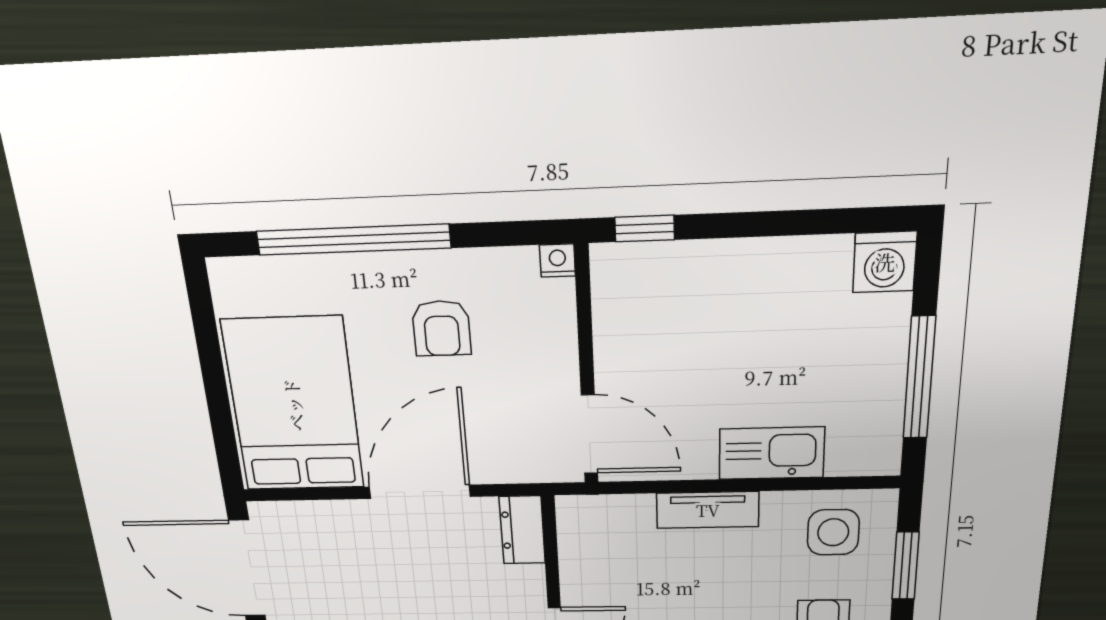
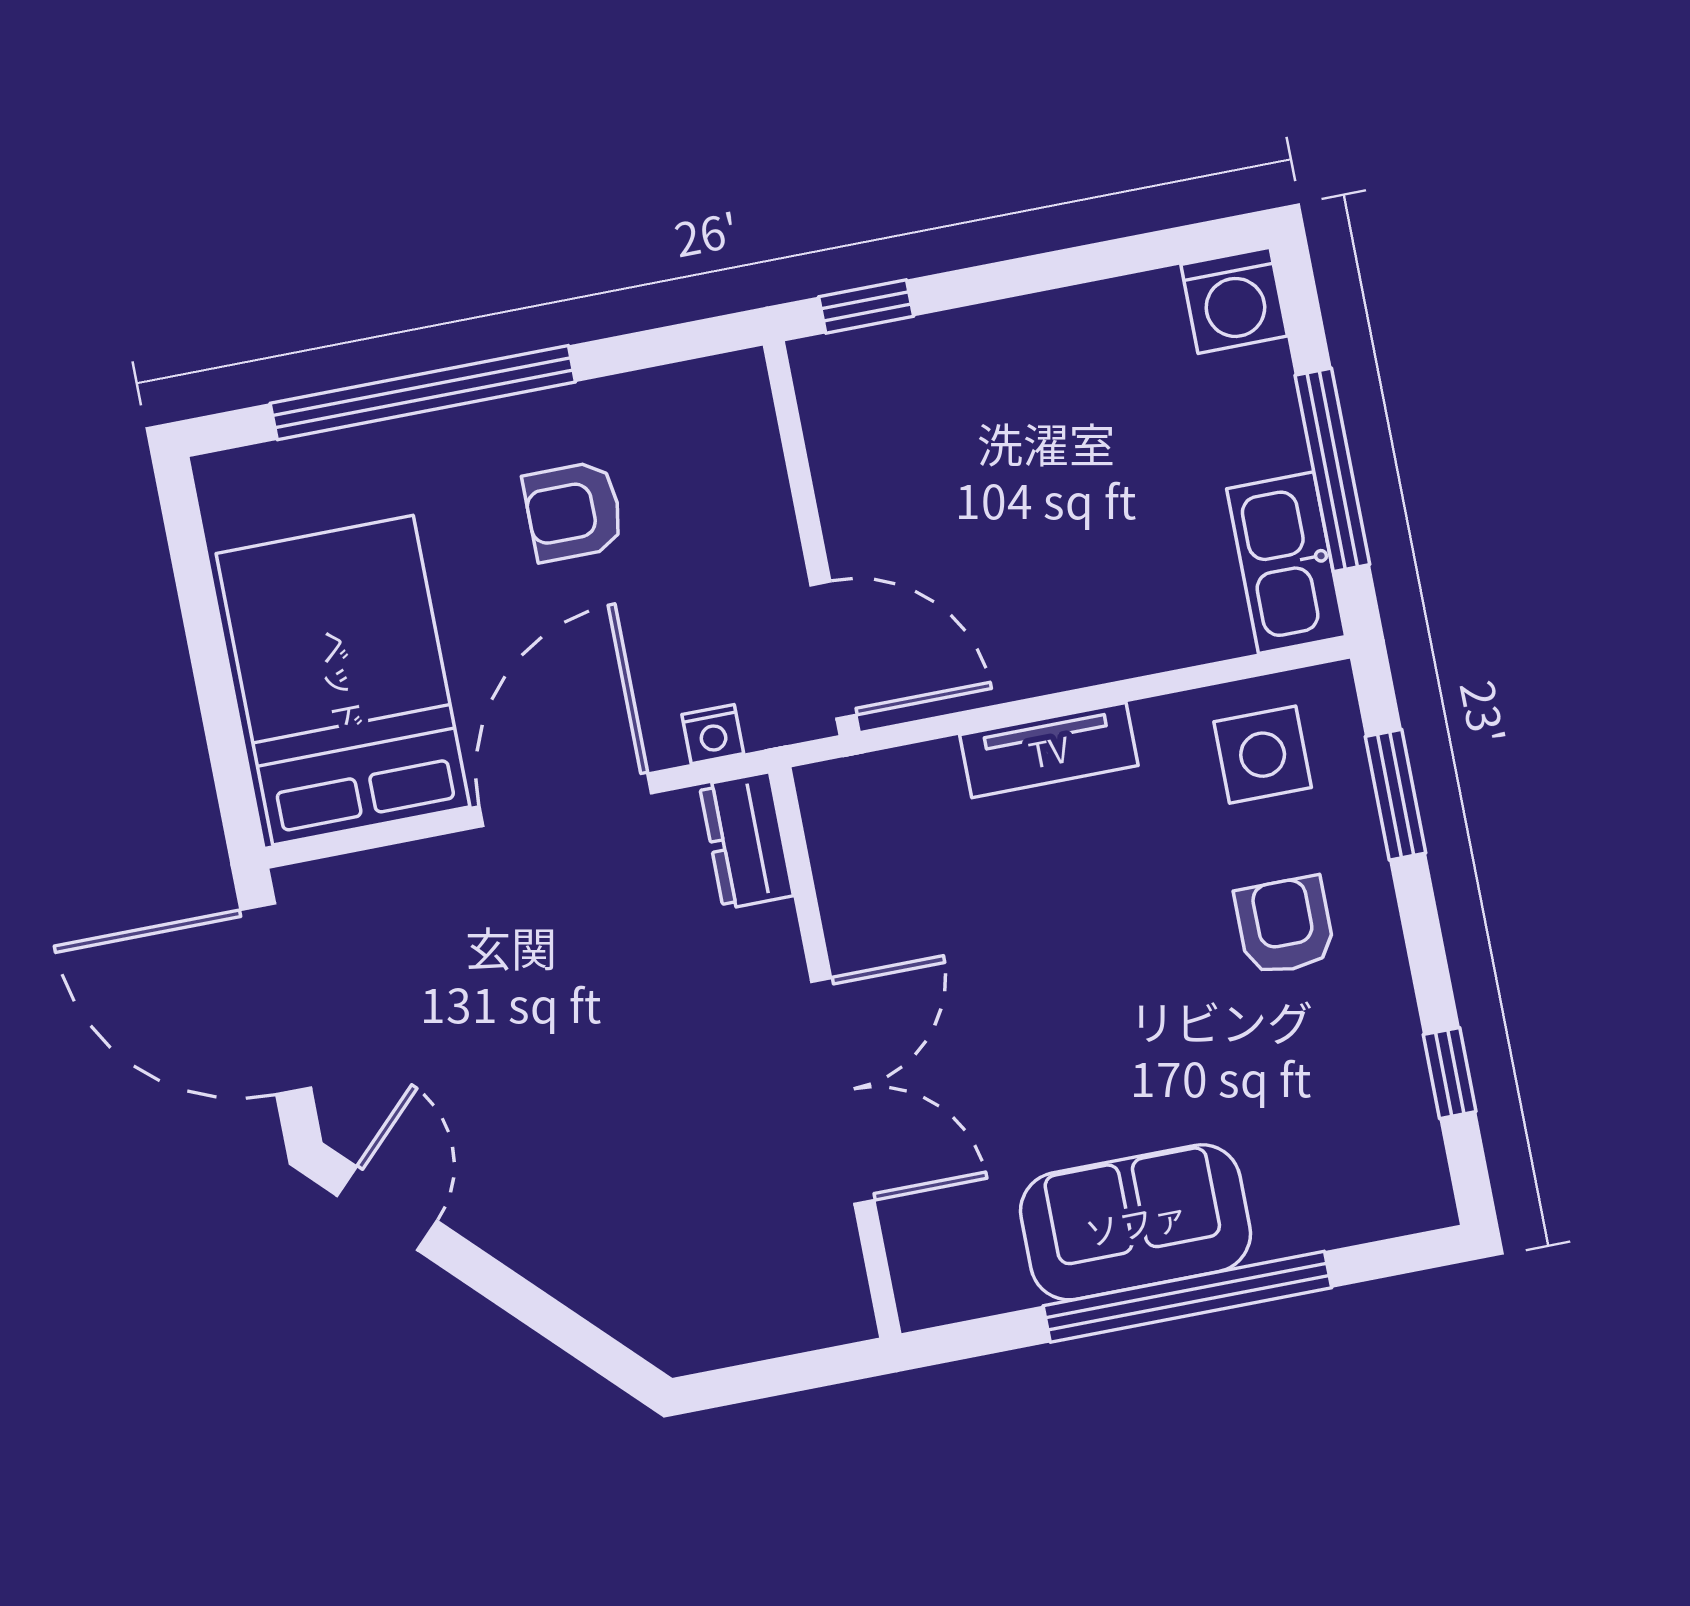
nightstand: (557, 260) -> (713, 734), moved, turned 180
armchair: (442, 328) -> (574, 511), turned 90
kitchen sink: (772, 453) -> (1286, 563), moved, turned -90

